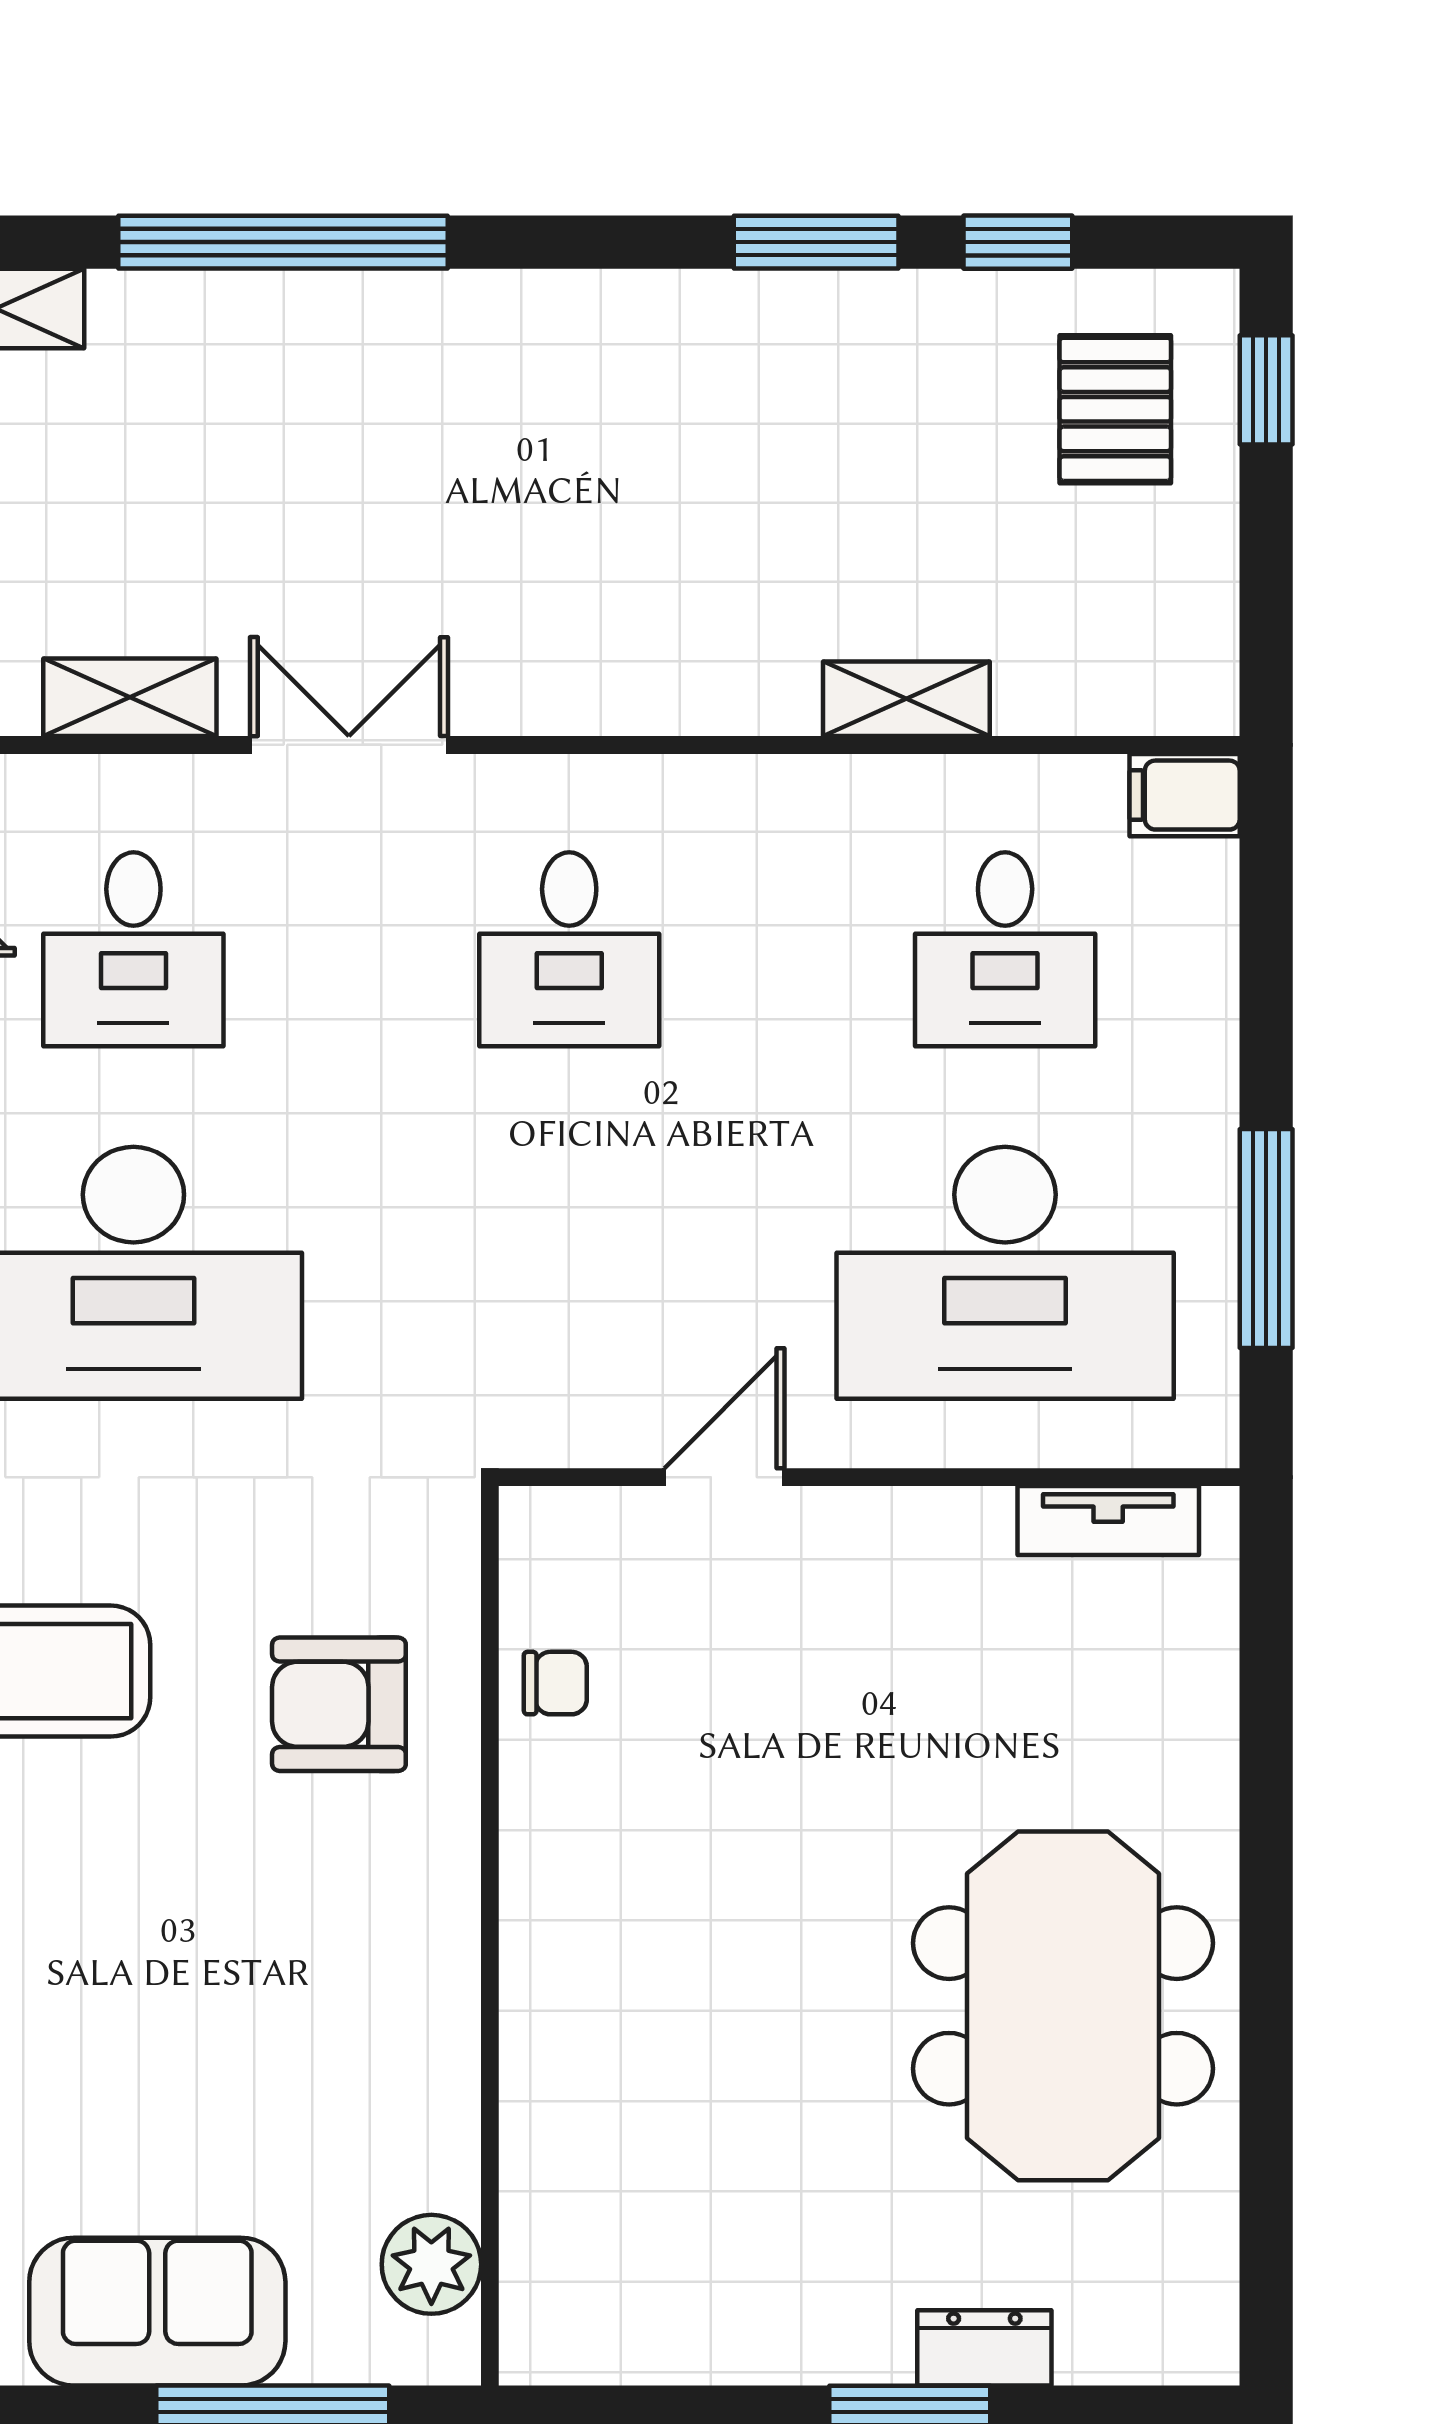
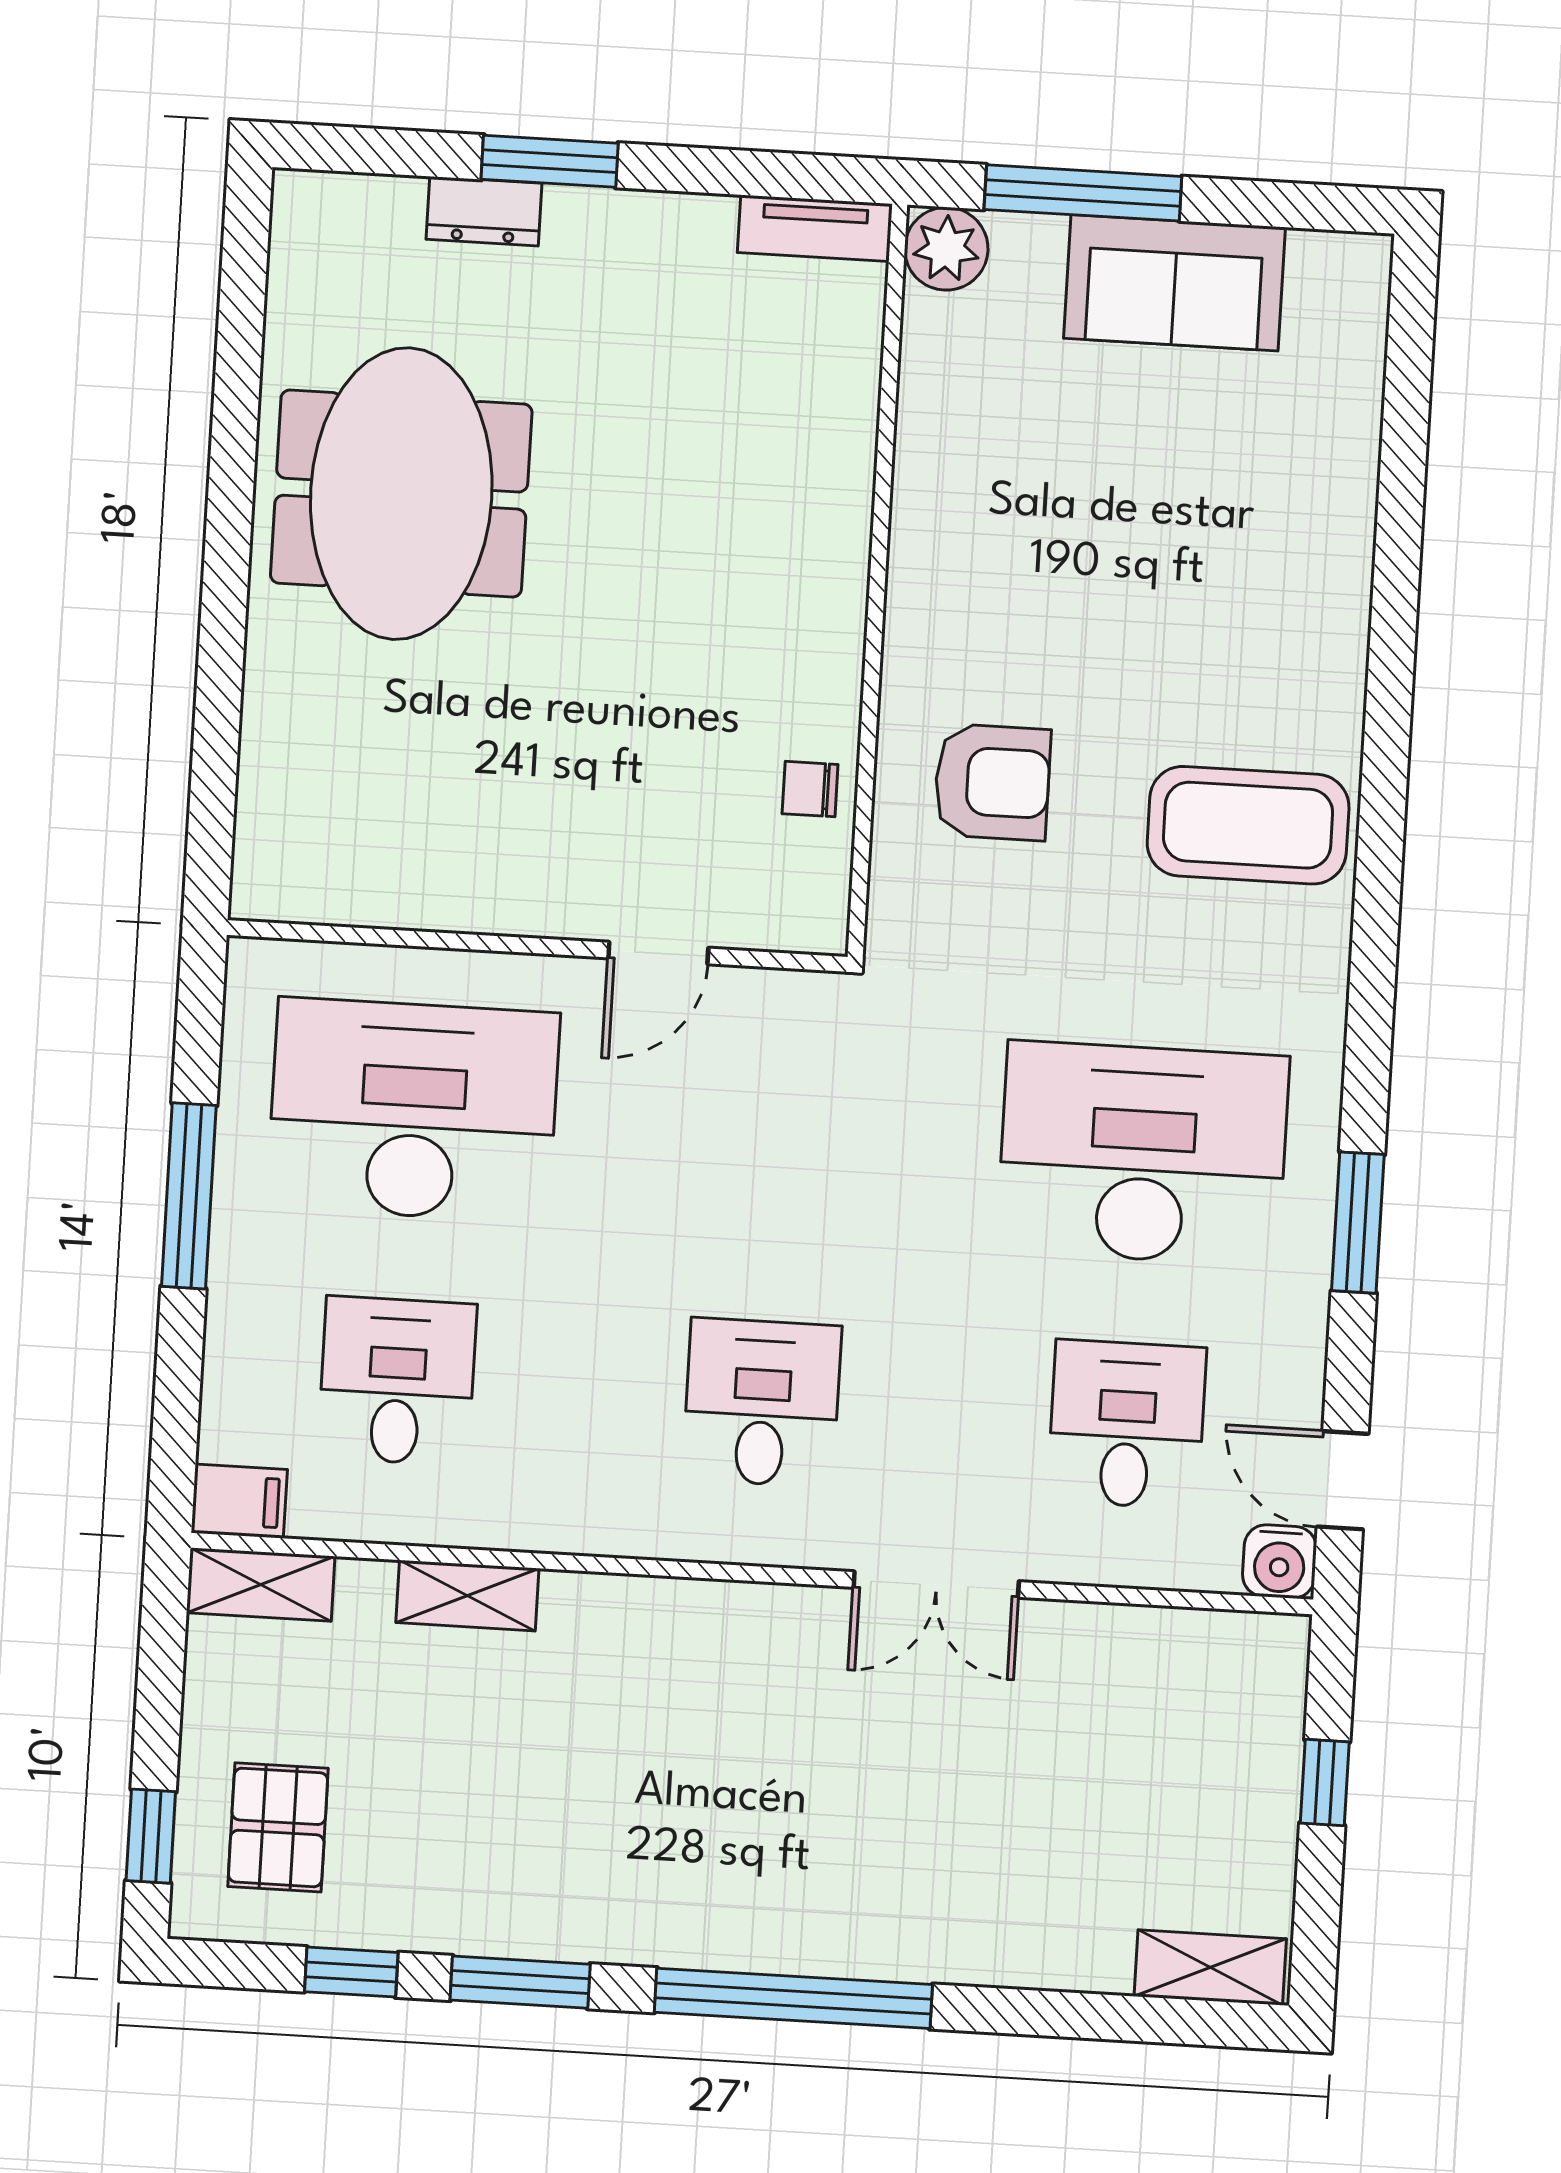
window: (283, 242) -> (793, 1998), moved
shelving: (130, 697) -> (261, 1584), moved
window: (1266, 1239) -> (189, 1196), moved
tv unit: (1108, 1520) -> (815, 228), moved, turned 180
plant: (431, 2264) -> (946, 249), moved

